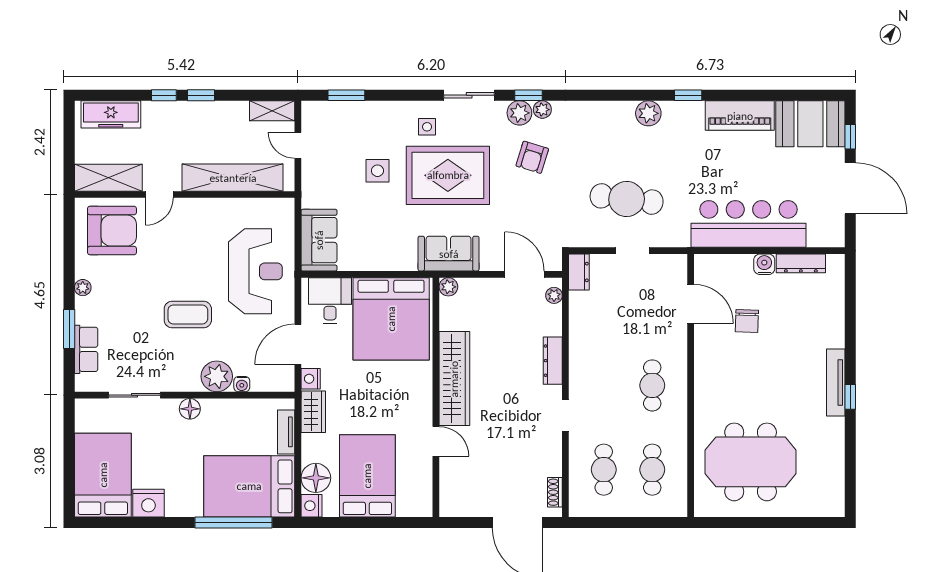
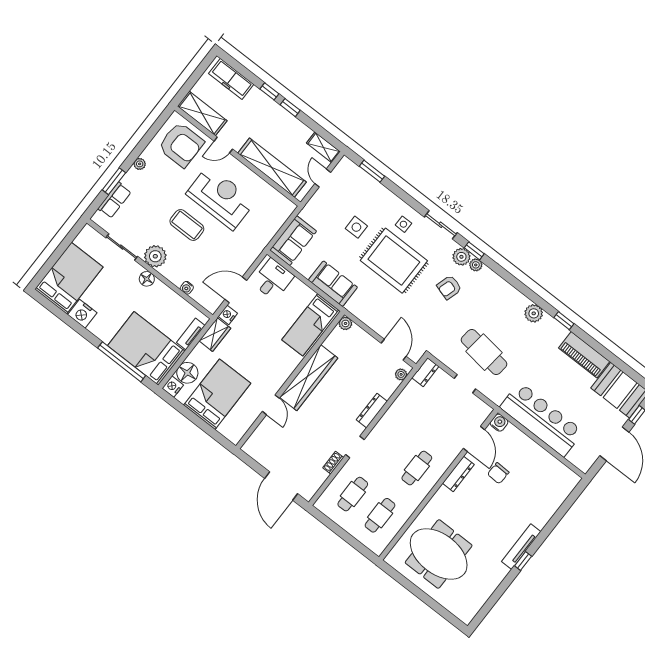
sofa: (449, 254) -> (333, 284), moved
dresser: (801, 263) -> (458, 474), moved, turned -90
water cooler: (764, 264) -> (499, 423), moved
reception desk: (255, 271) -> (221, 198), moved, turned -90
bed: (391, 319) -> (310, 325), width x0.49
plant: (217, 376) -> (155, 256), moved
shoe rack: (555, 492) -> (333, 463), moved

